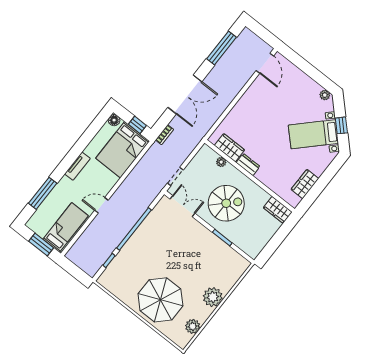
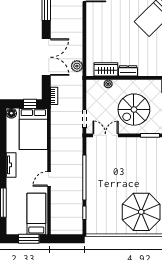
plant: (206, 124) -> (77, 66), added
spiral stairs: (226, 203) -> (134, 110), turned 180

